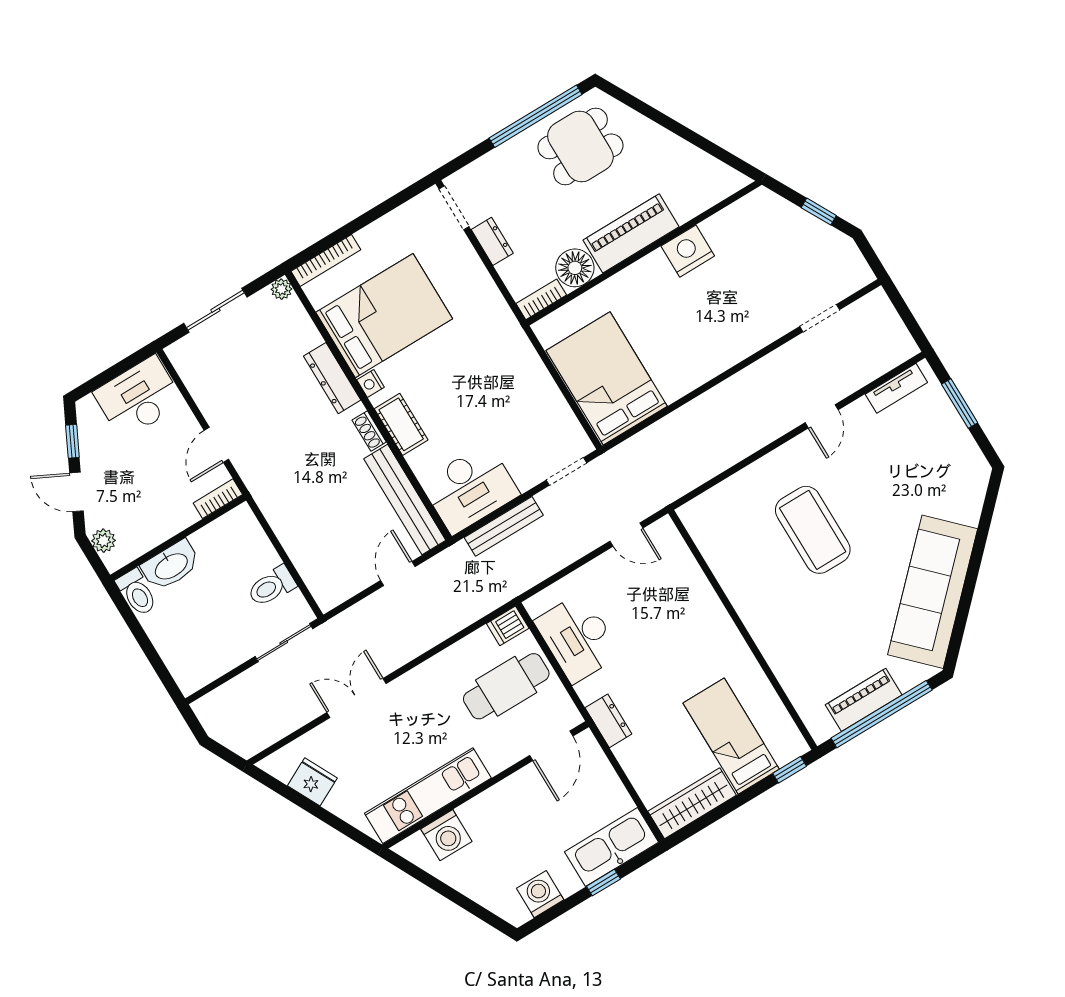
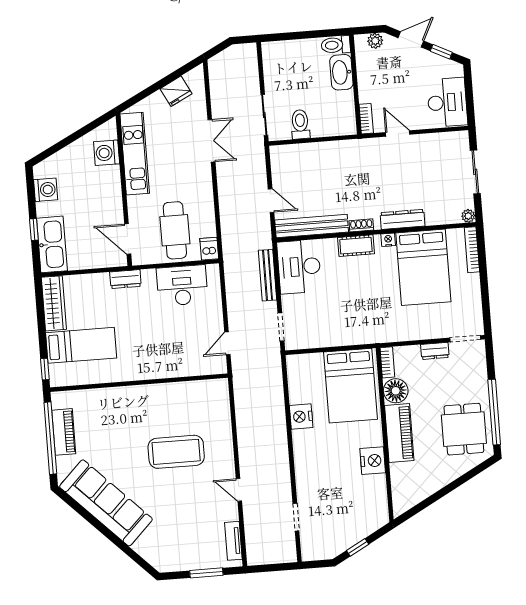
bed: (607, 378) -> (351, 386), moved, turned 90
nightstand: (677, 381) -> (301, 417), added

